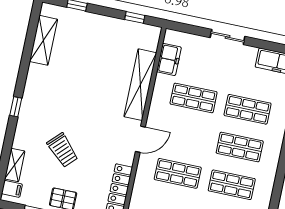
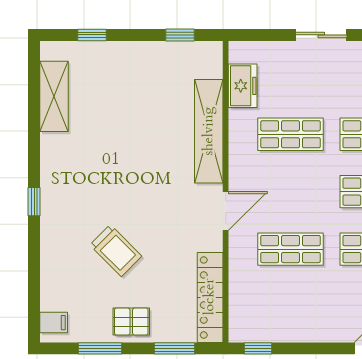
shelving: (15, 165) -> (50, 287), removed

